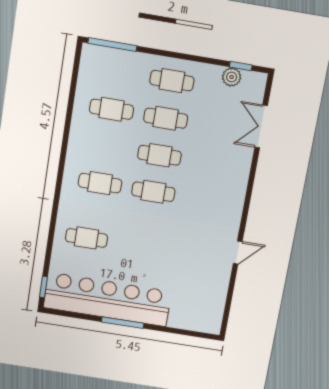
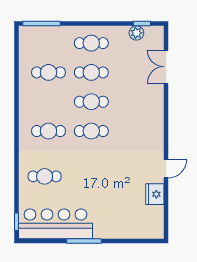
fridge: (218, 281) -> (155, 194), added
bar counter: (107, 300) -> (55, 224), width x0.73

